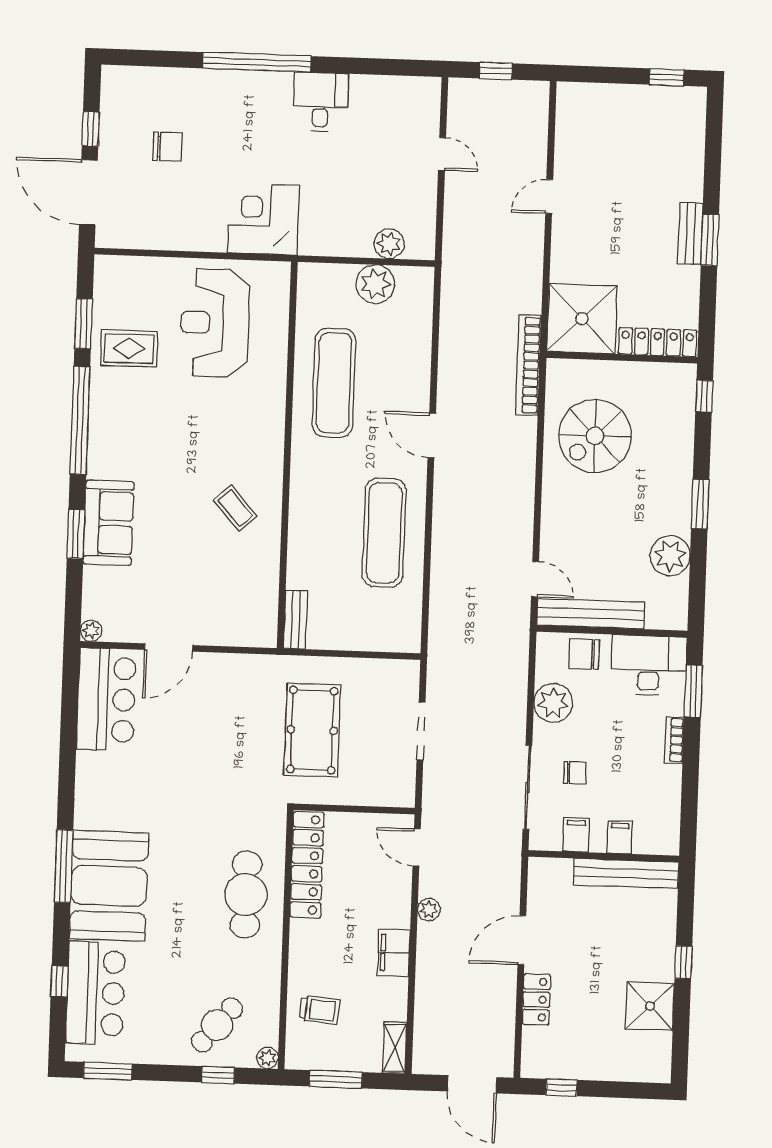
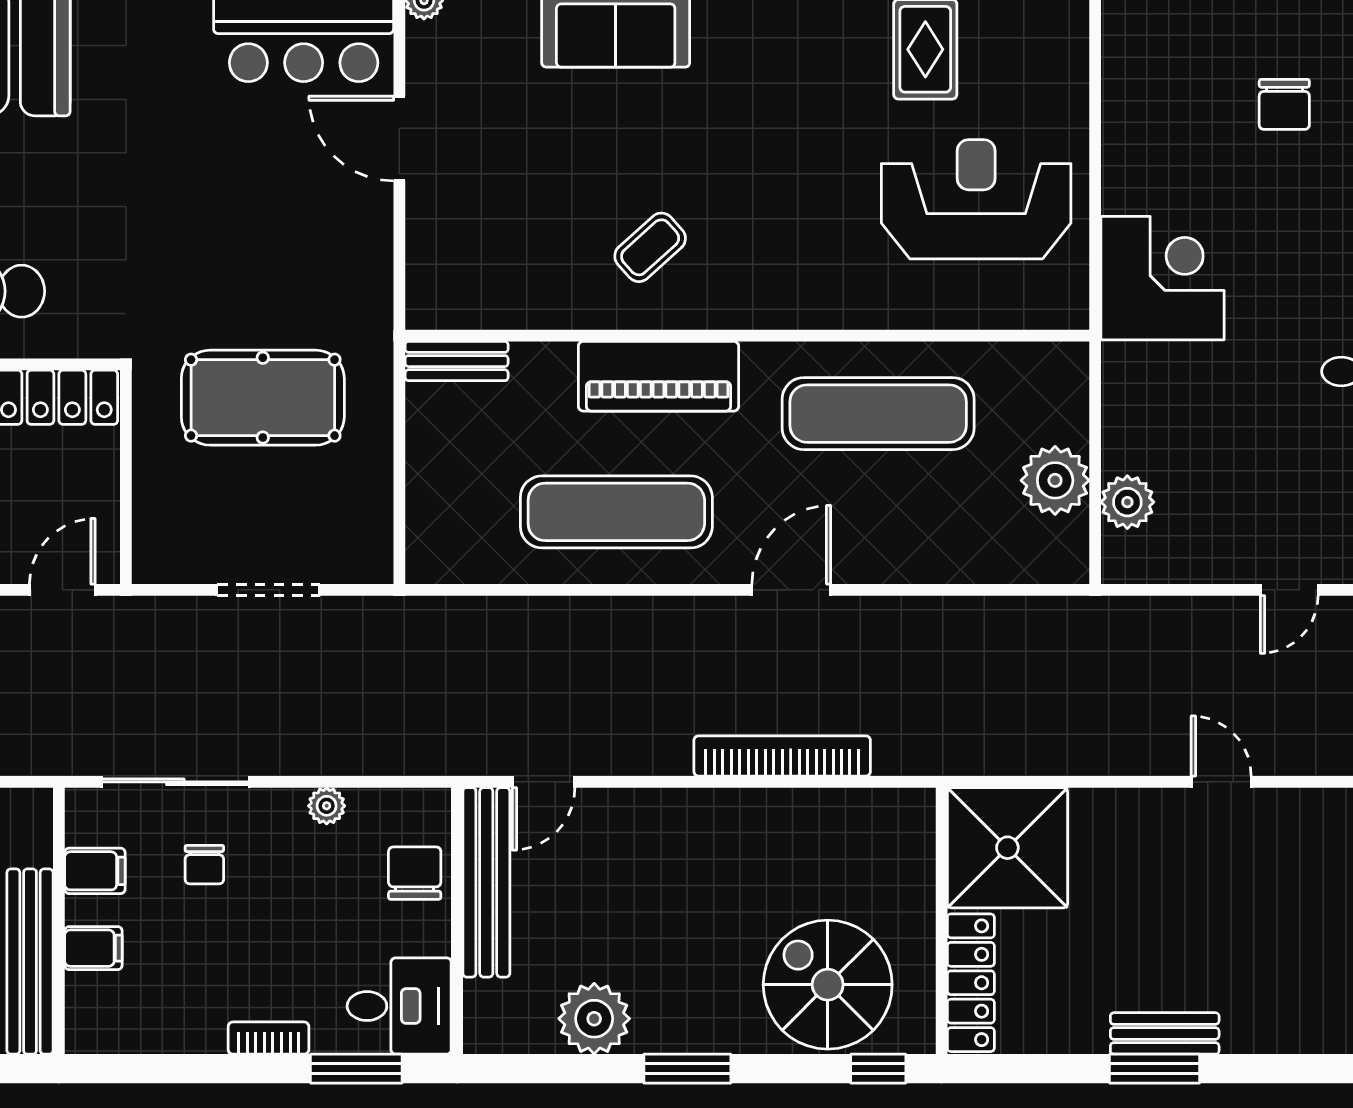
bookcase: (528, 365) -> (782, 756), moved
spiral stairs: (595, 436) -> (828, 985), moved
piano: (308, 506) -> (659, 376), added
desk: (649, 665) -> (399, 1006), width x0.73
plant: (553, 703) -> (327, 806), width x0.53, depth x0.53

